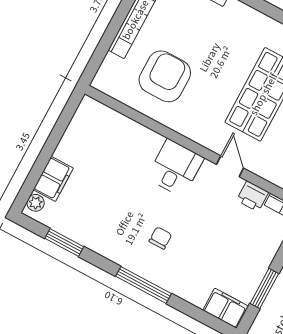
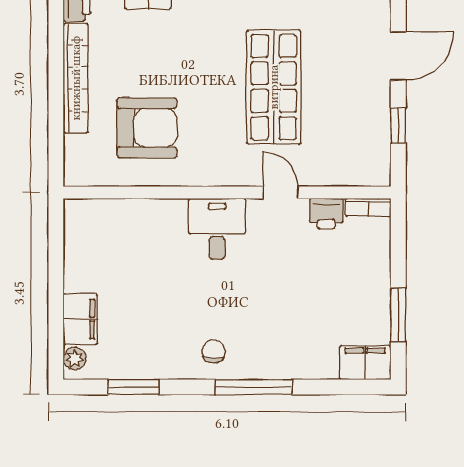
armchair: (165, 76) -> (147, 128), turned 90
chair: (160, 238) -> (214, 351), moved

